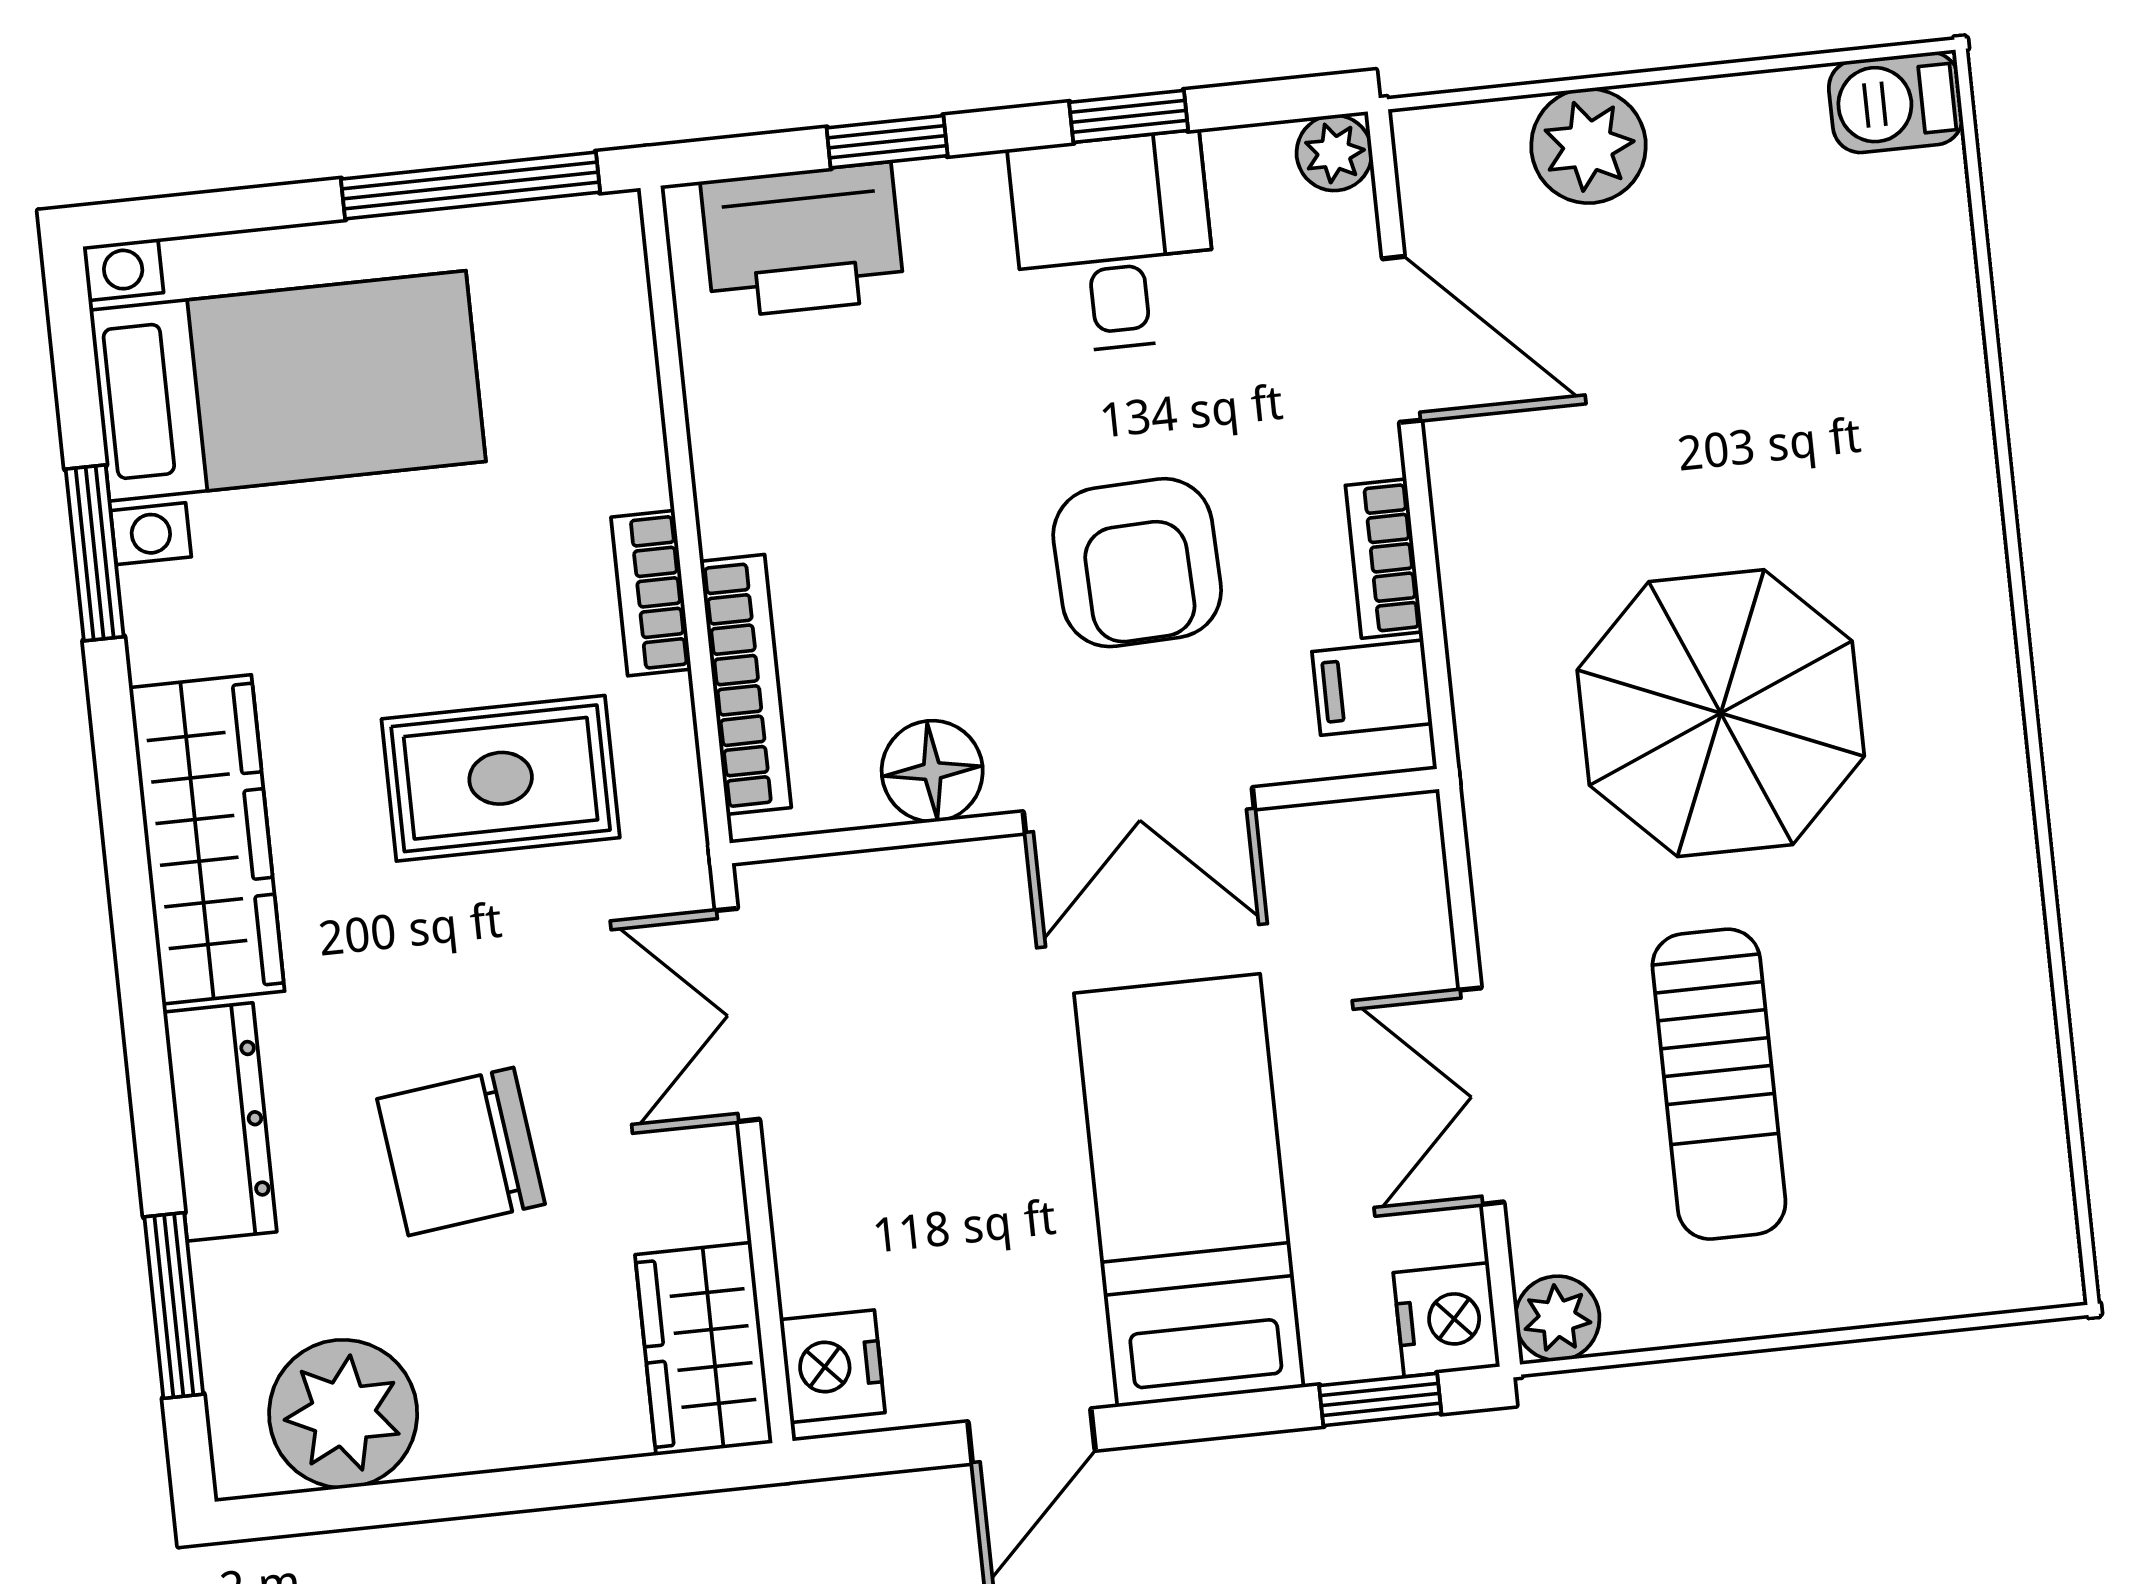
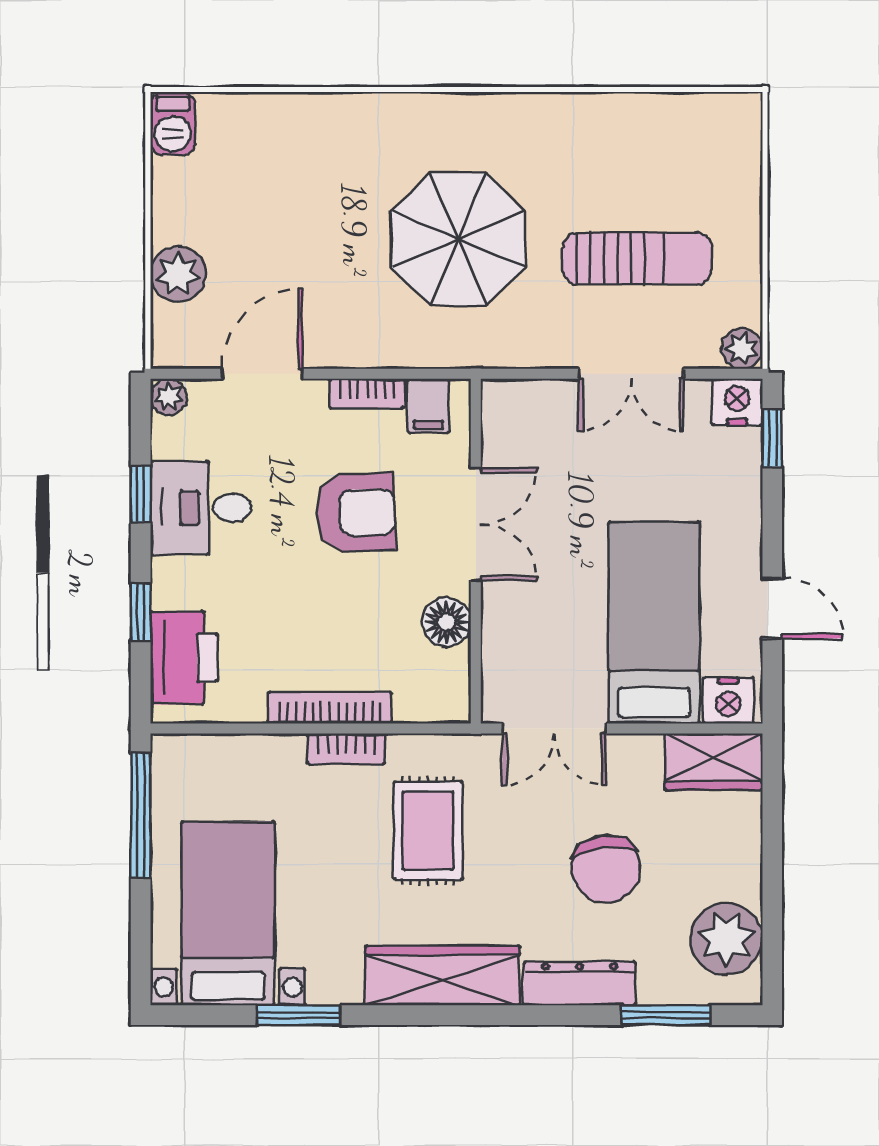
bookcase: (746, 684) -> (330, 708), moved
bed: (1189, 1190) -> (654, 623), moved, turned 90

